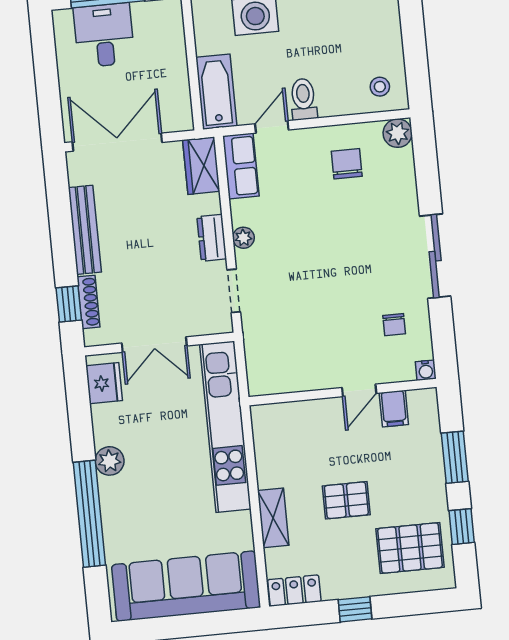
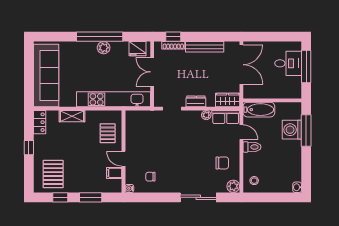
plant: (243, 238) -> (206, 115), moved
sliding door: (435, 256) -> (198, 197), moved
pallet: (346, 500) -> (108, 133), moved
window: (89, 514) -> (100, 37), moved

